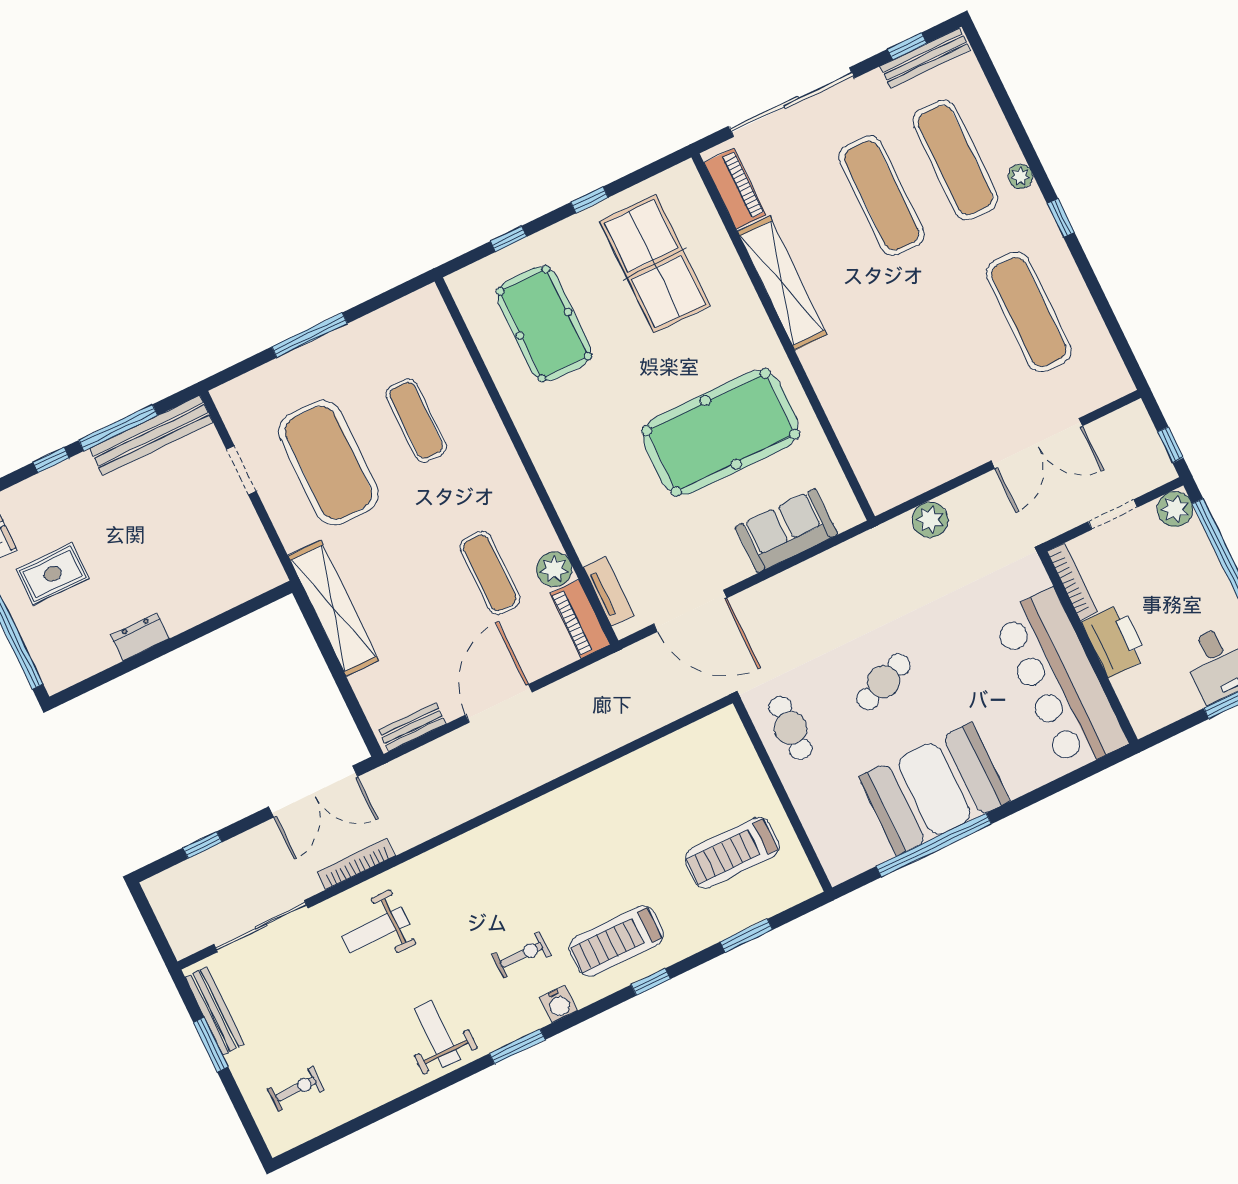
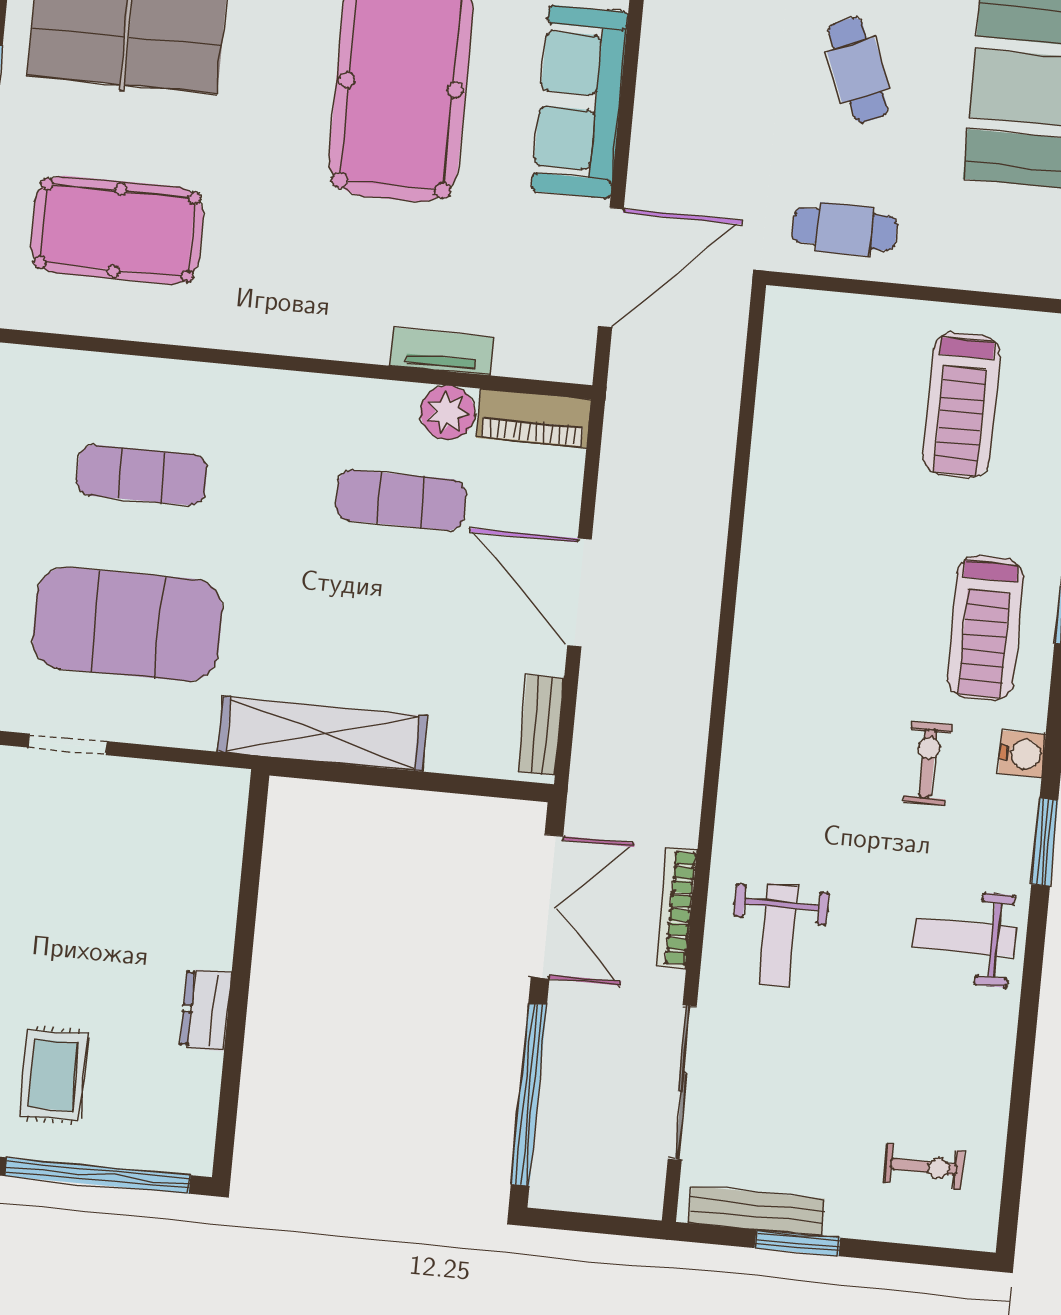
sofa: (786, 531) -> (580, 102), width x1.36
tv unit: (609, 591) -> (442, 351), moved
window: (202, 845) -> (529, 1095), width x3.17
exercise bike: (296, 1089) -> (924, 1167), turned 90

